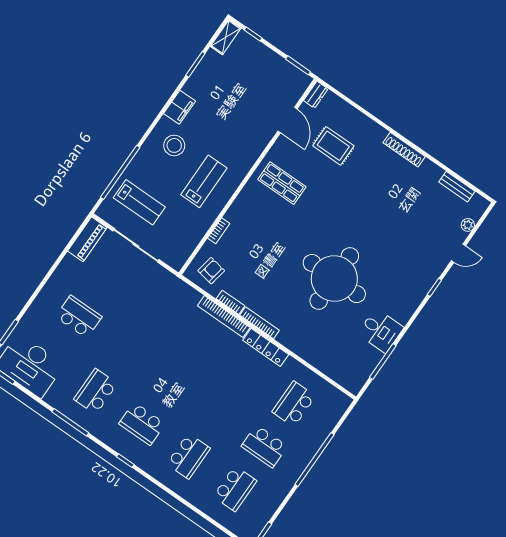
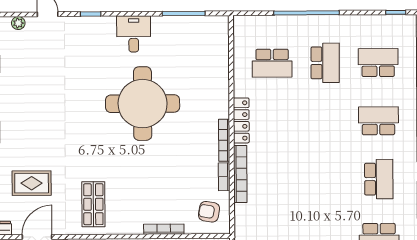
rug: (333, 146) -> (32, 183), turned 90
bookcase: (219, 231) -> (164, 229), width x1.56
desk: (381, 331) -> (134, 34), moved

